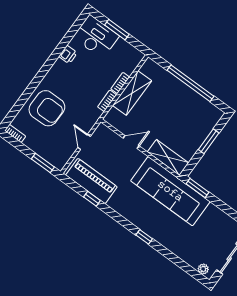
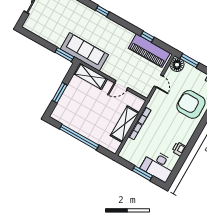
floor lamp: (59, 160) -> (177, 65), added
sofa: (170, 191) -> (84, 52), width x0.74, depth x0.79

